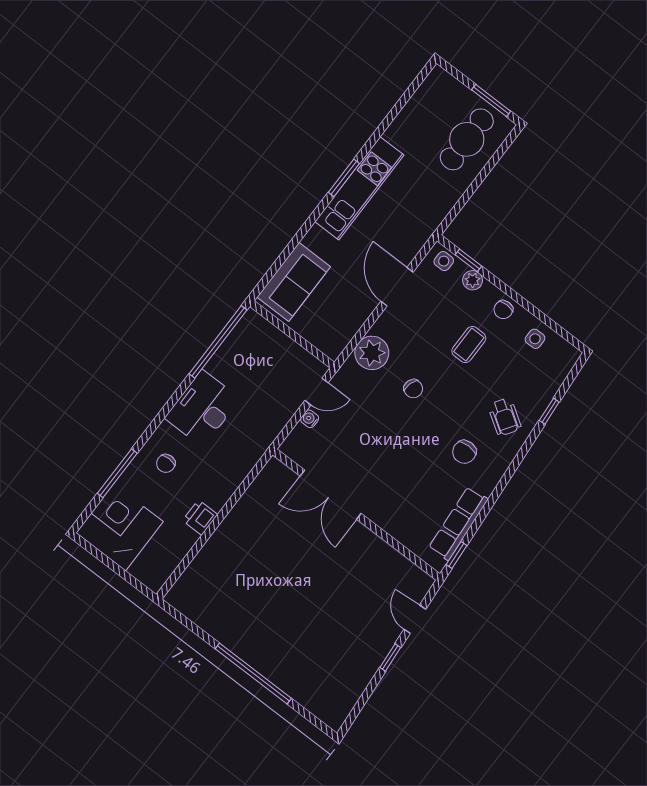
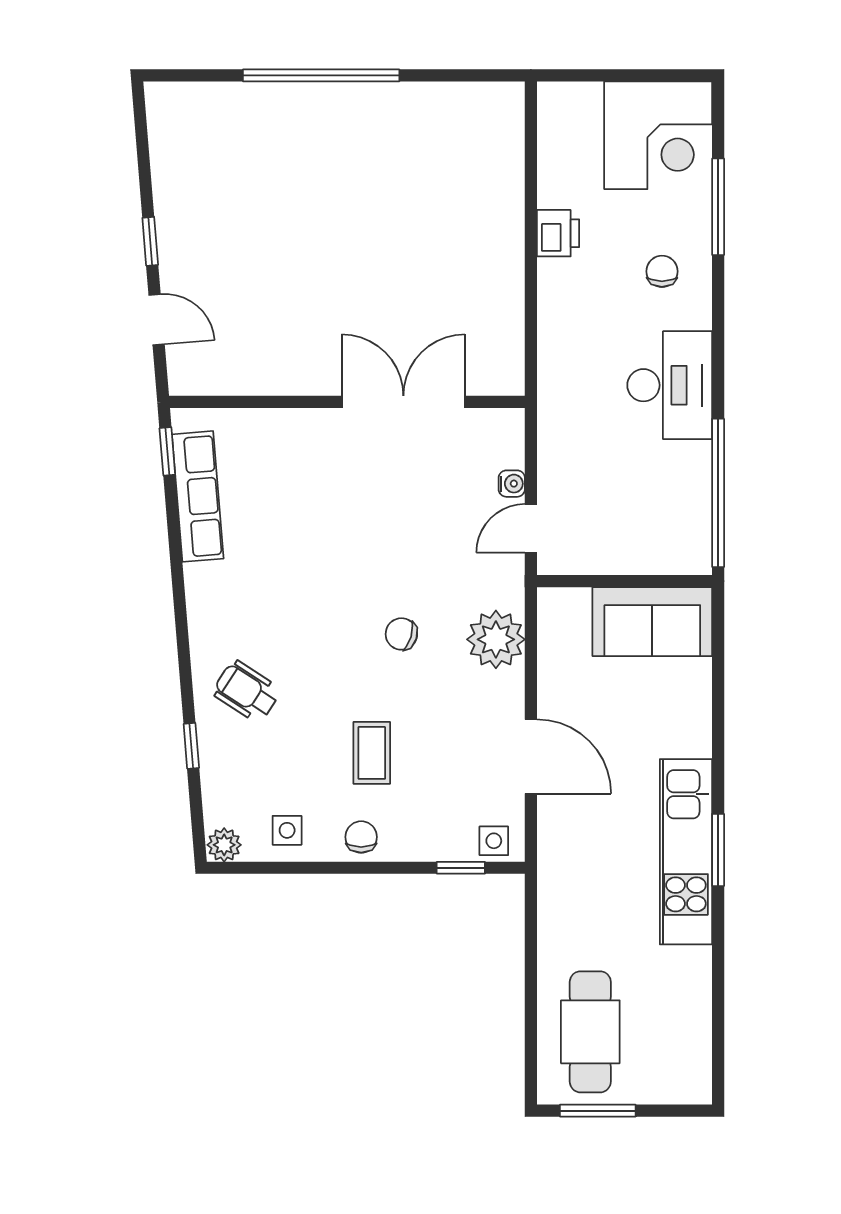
plant: (473, 280) -> (224, 845), moved
sofa: (294, 282) -> (652, 622), moved, turned -90
chair: (464, 452) -> (265, 601), removed

